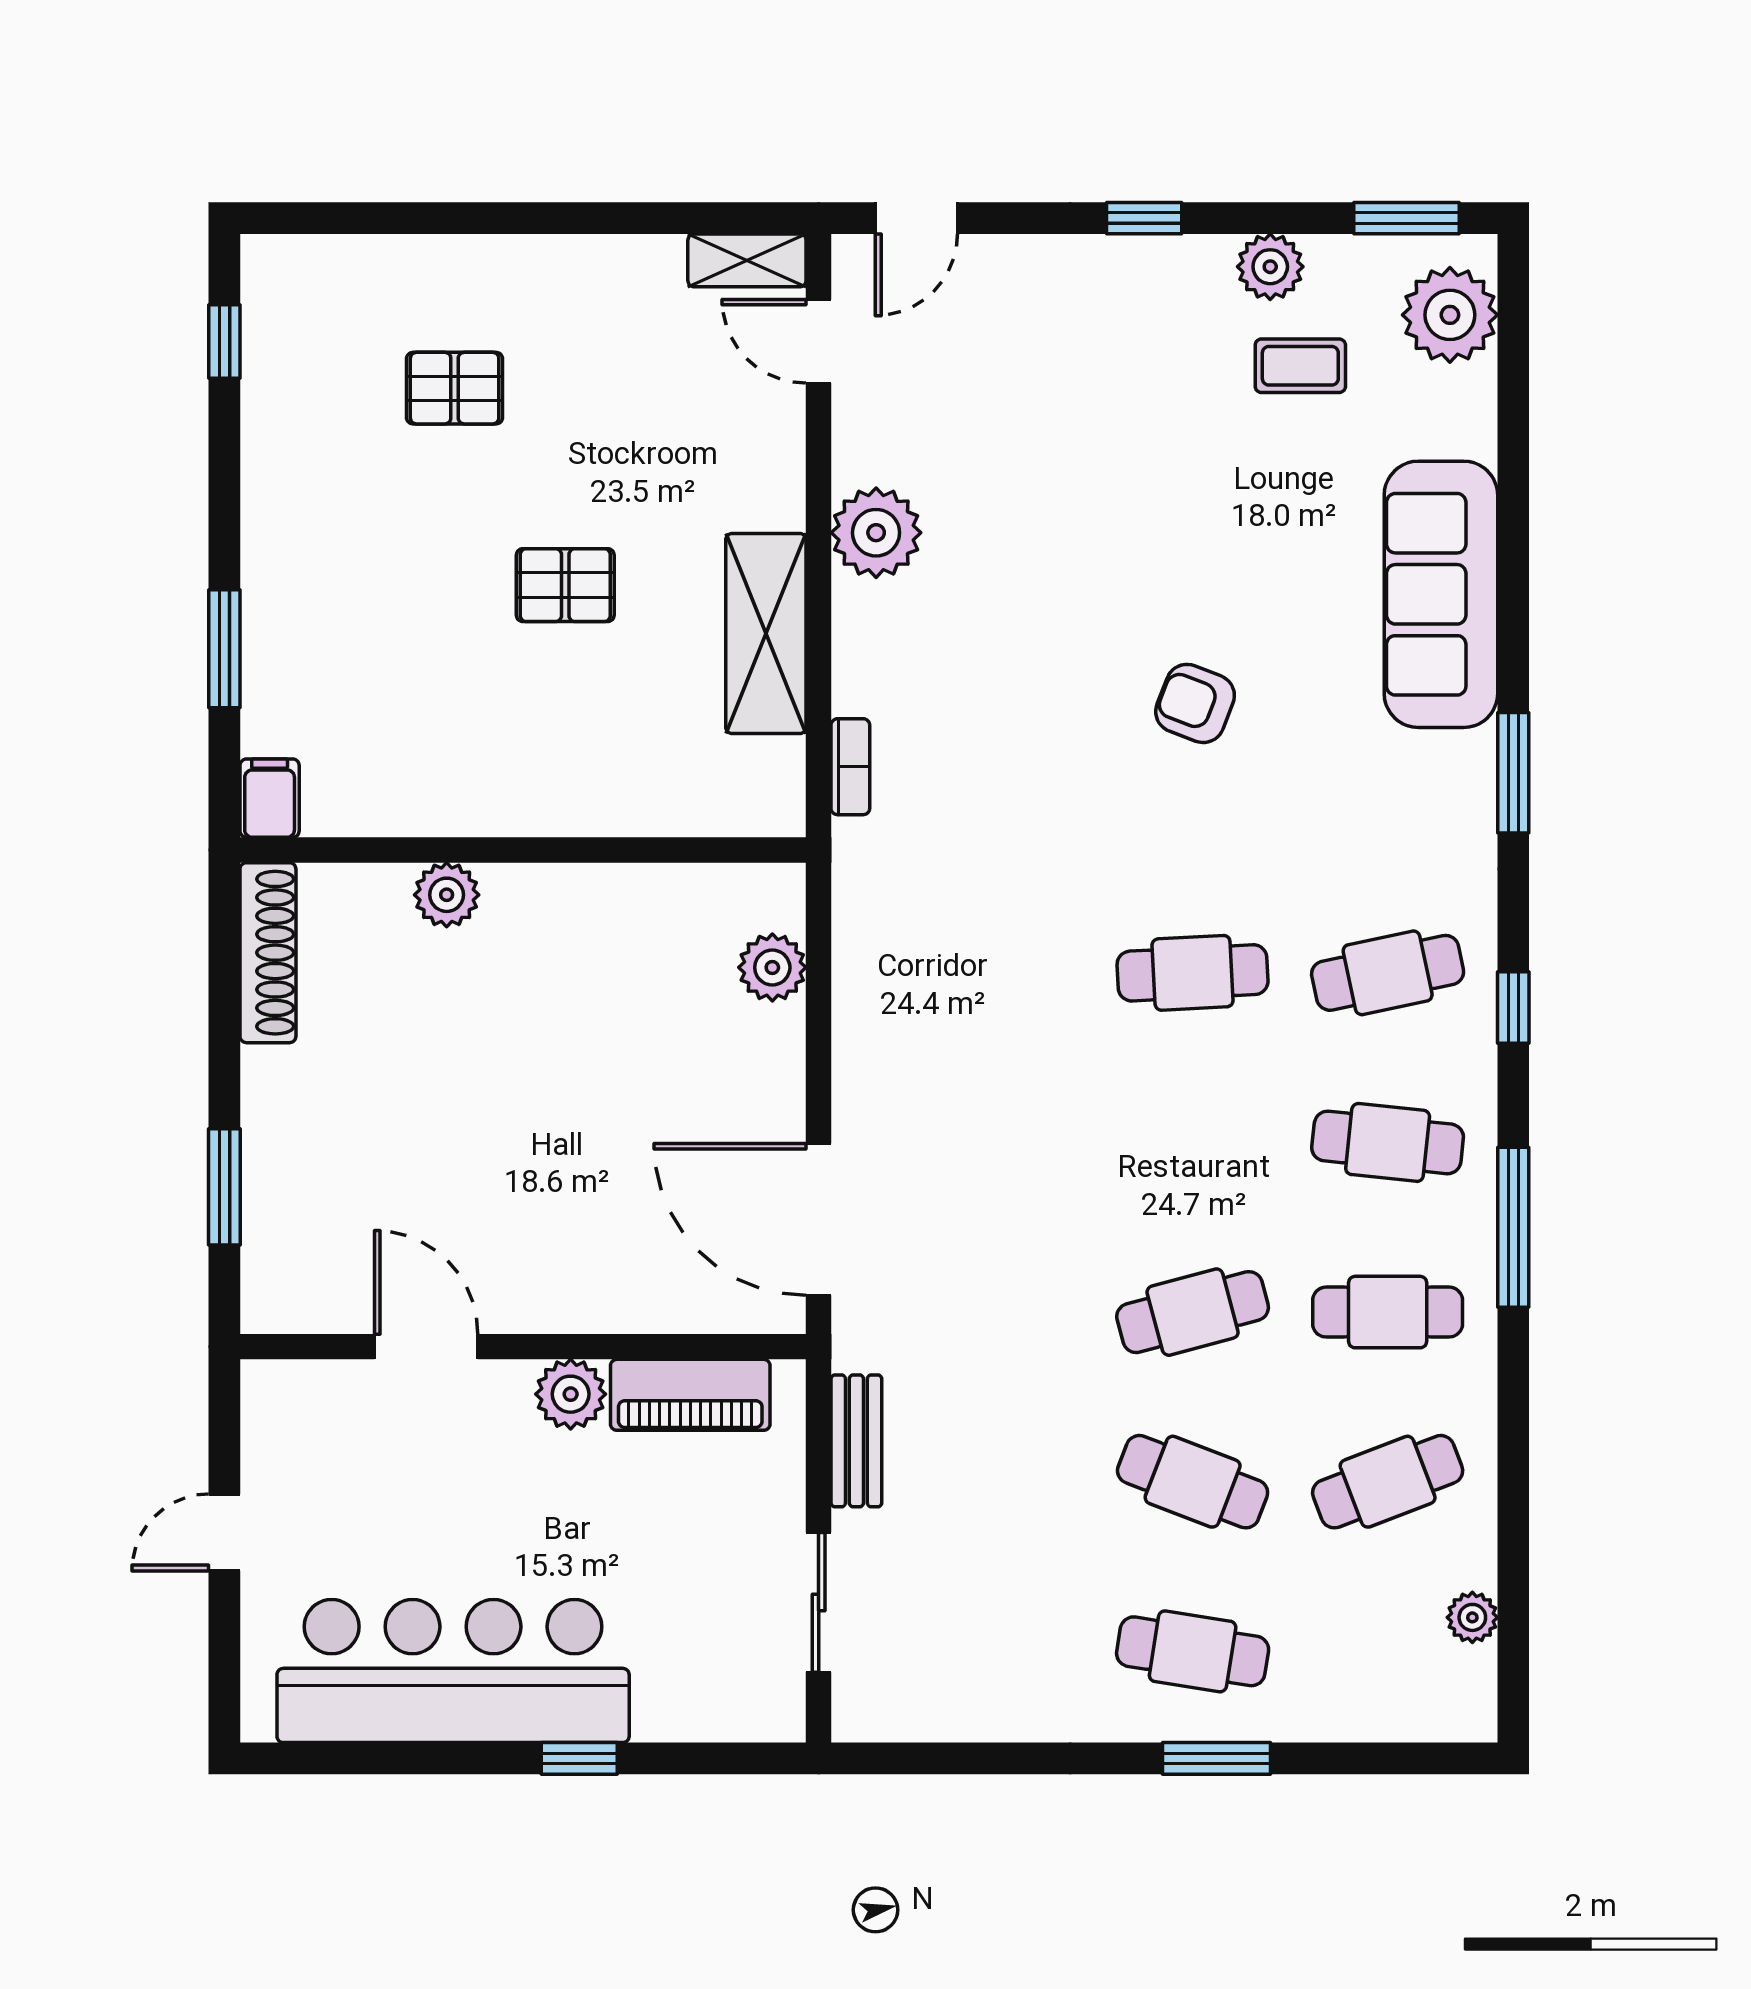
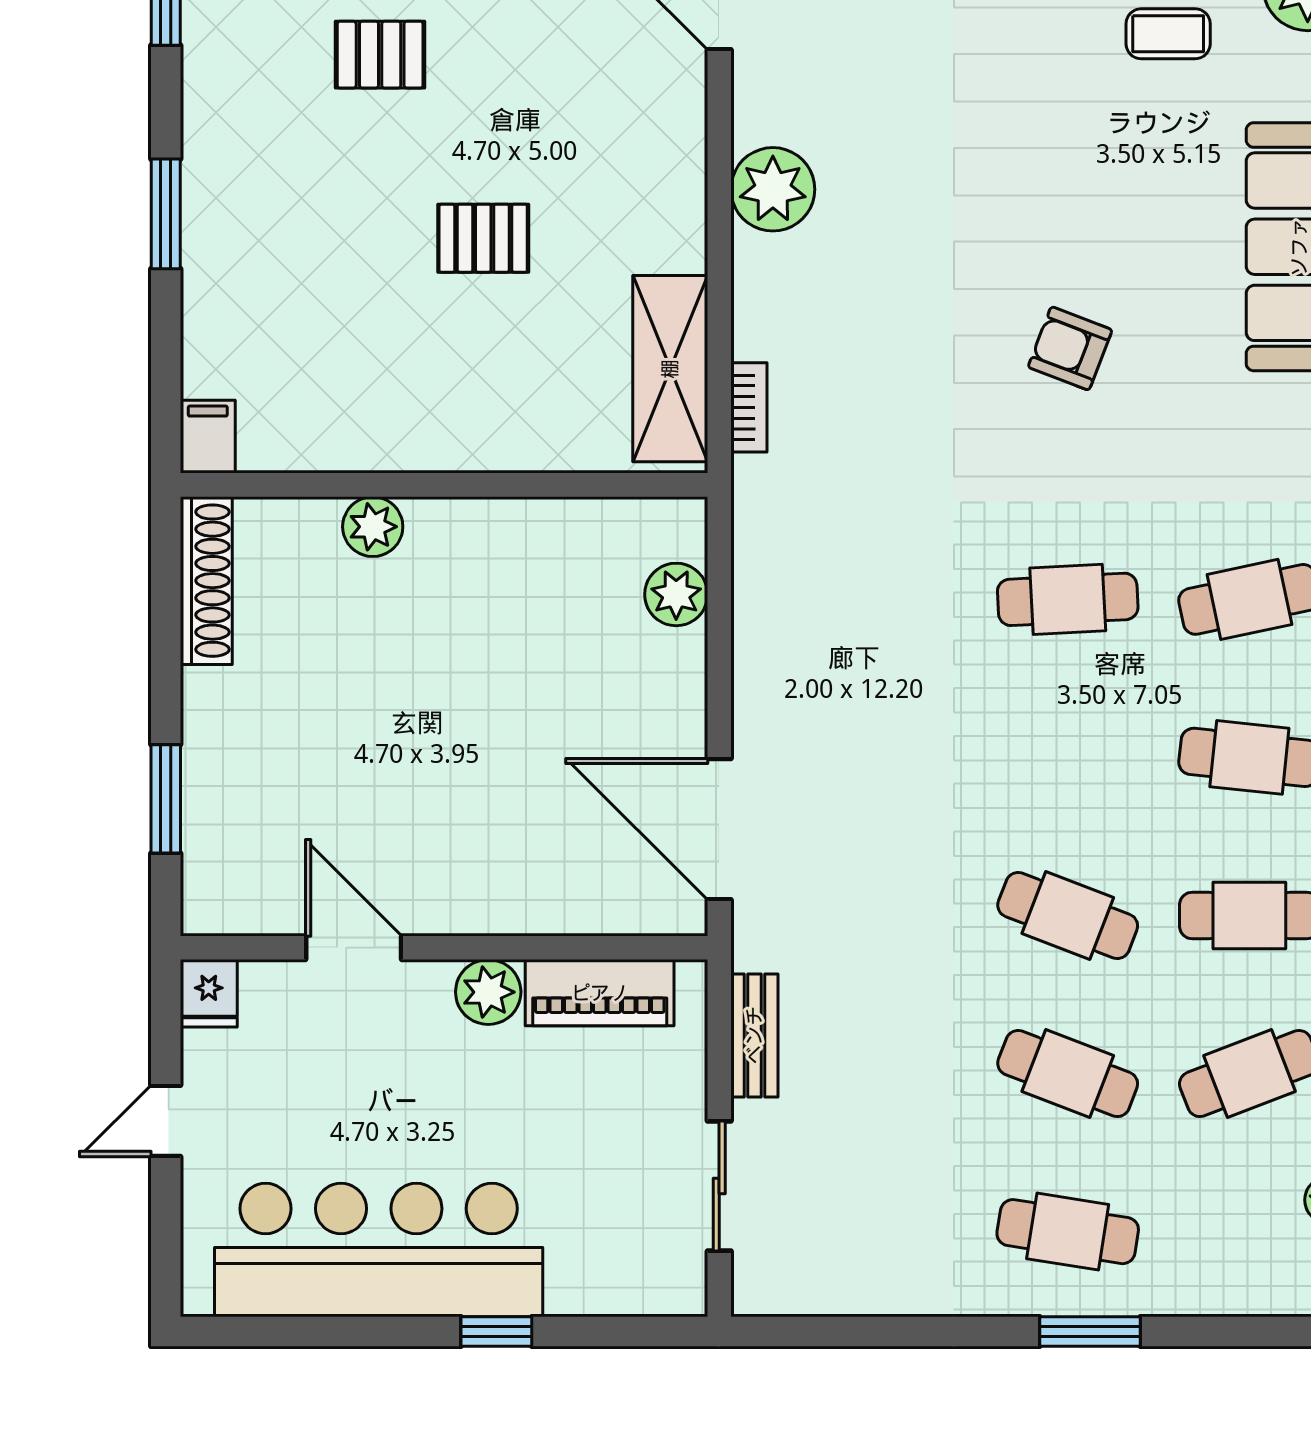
shelving: (766, 634) -> (670, 369), moved
window: (224, 649) -> (166, 214), moved
cafe table: (1193, 1312) -> (1068, 915), turned 36
fridge: (271, 1396) -> (209, 993), added

